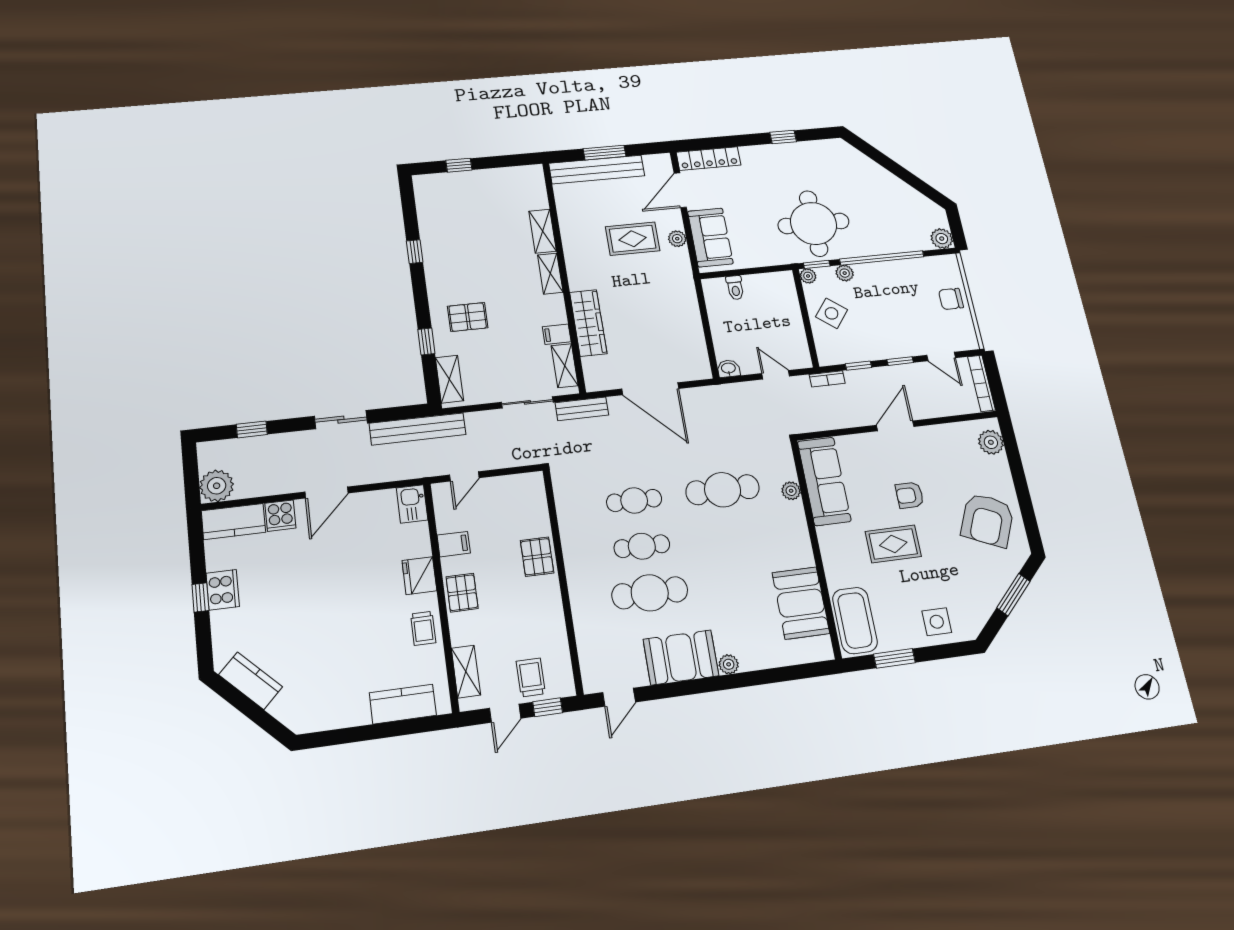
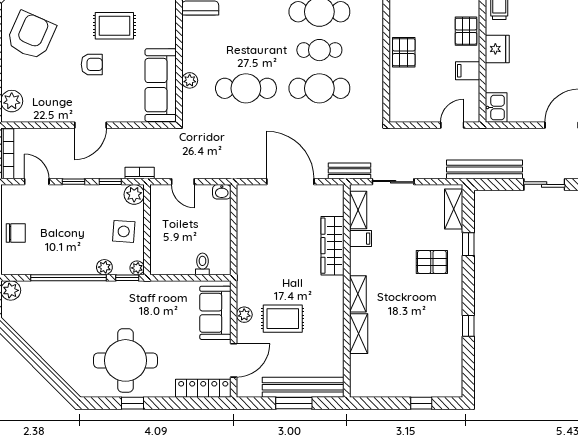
round table: (814, 223) -> (125, 360), moved
side table: (832, 313) -> (124, 231), turned -34
plant: (828, 355) -> (134, 194), added
cafe table: (634, 500) -> (319, 88), width x1.37, depth x1.35

